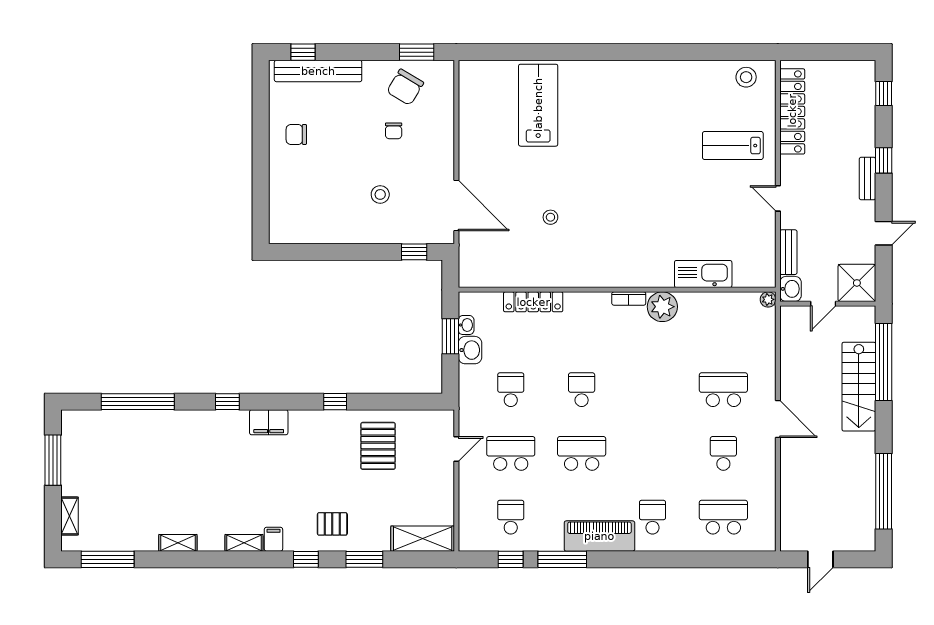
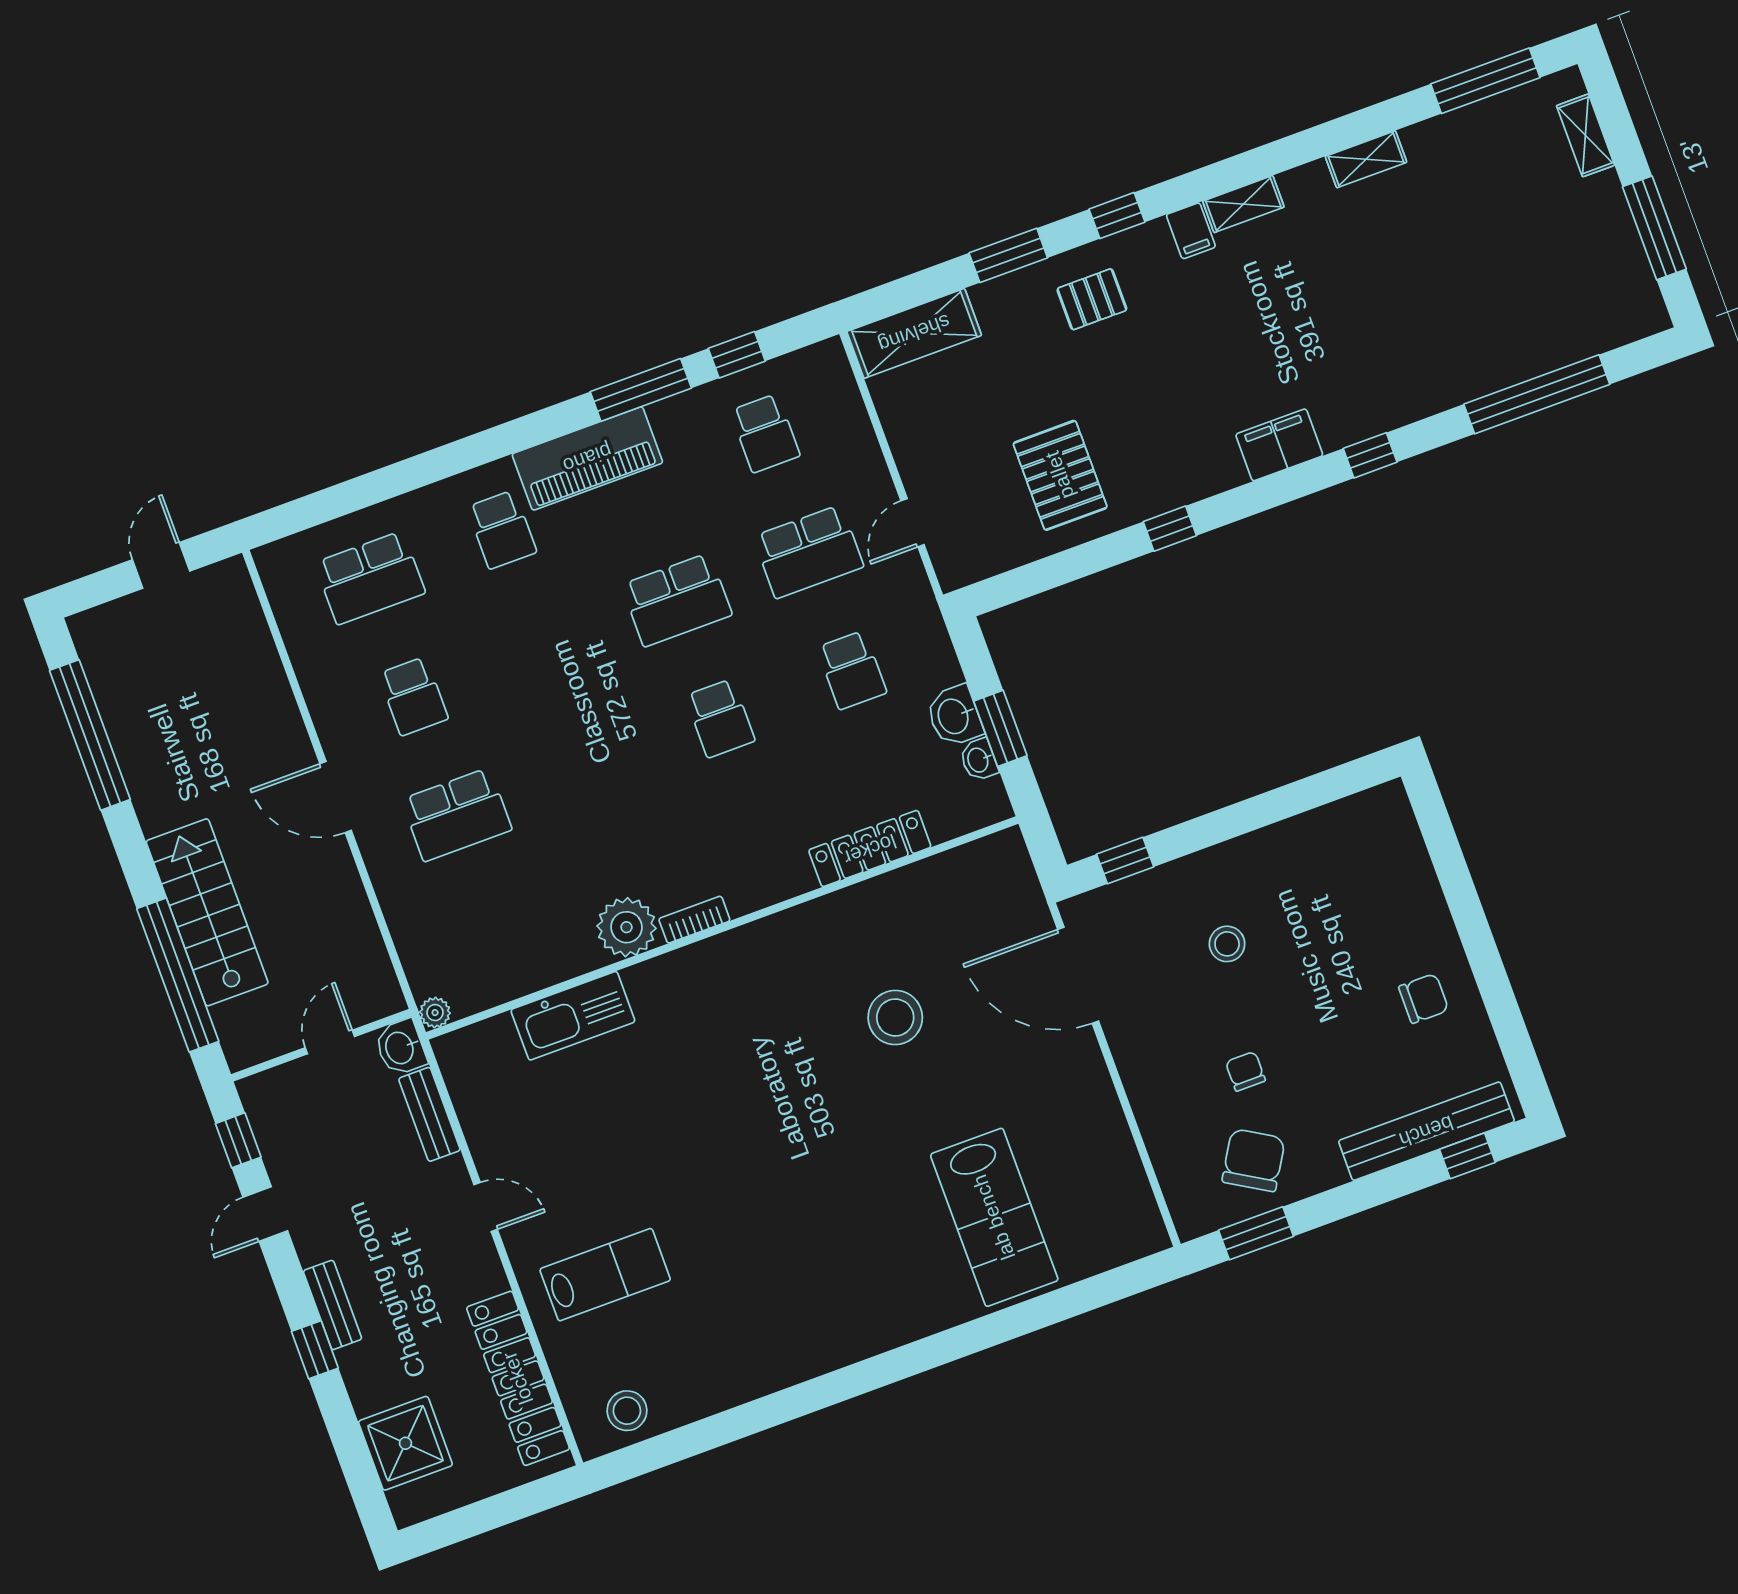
window: (884, 93) -> (238, 1140), moved
stool: (550, 217) -> (895, 1018), width x1.89, depth x1.89
shower: (857, 283) -> (405, 1443), moved

